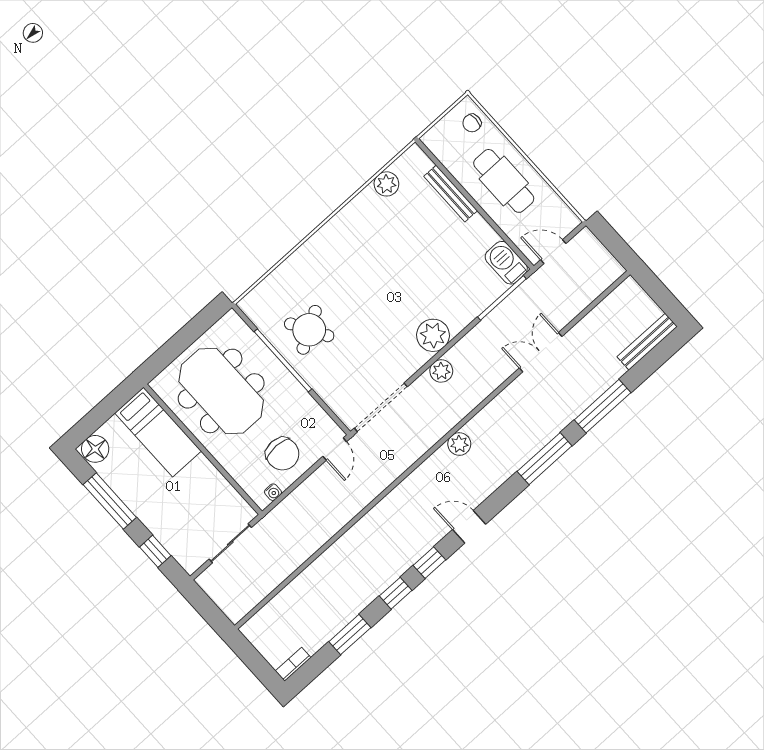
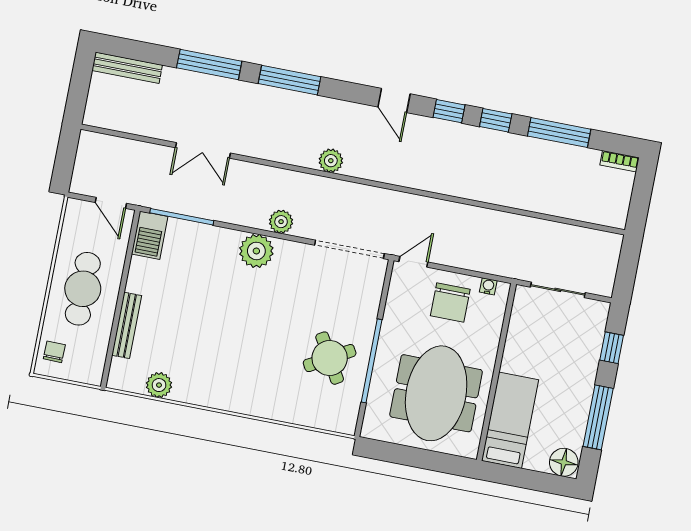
chair: (472, 123) -> (54, 352), turned -89
chair: (282, 454) -> (450, 302), turned 180
window: (350, 635) -> (559, 133), width x1.44

